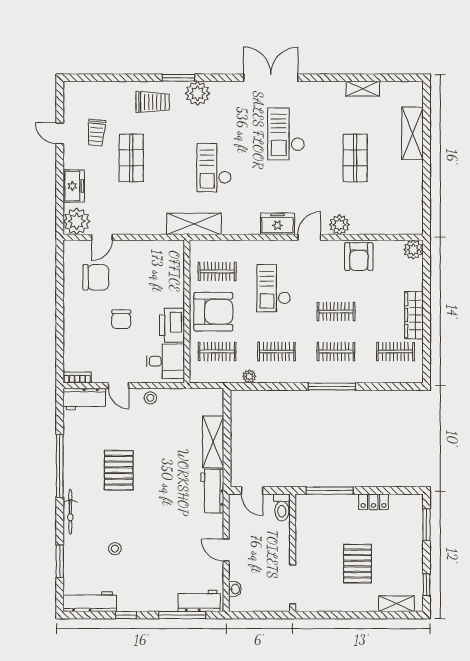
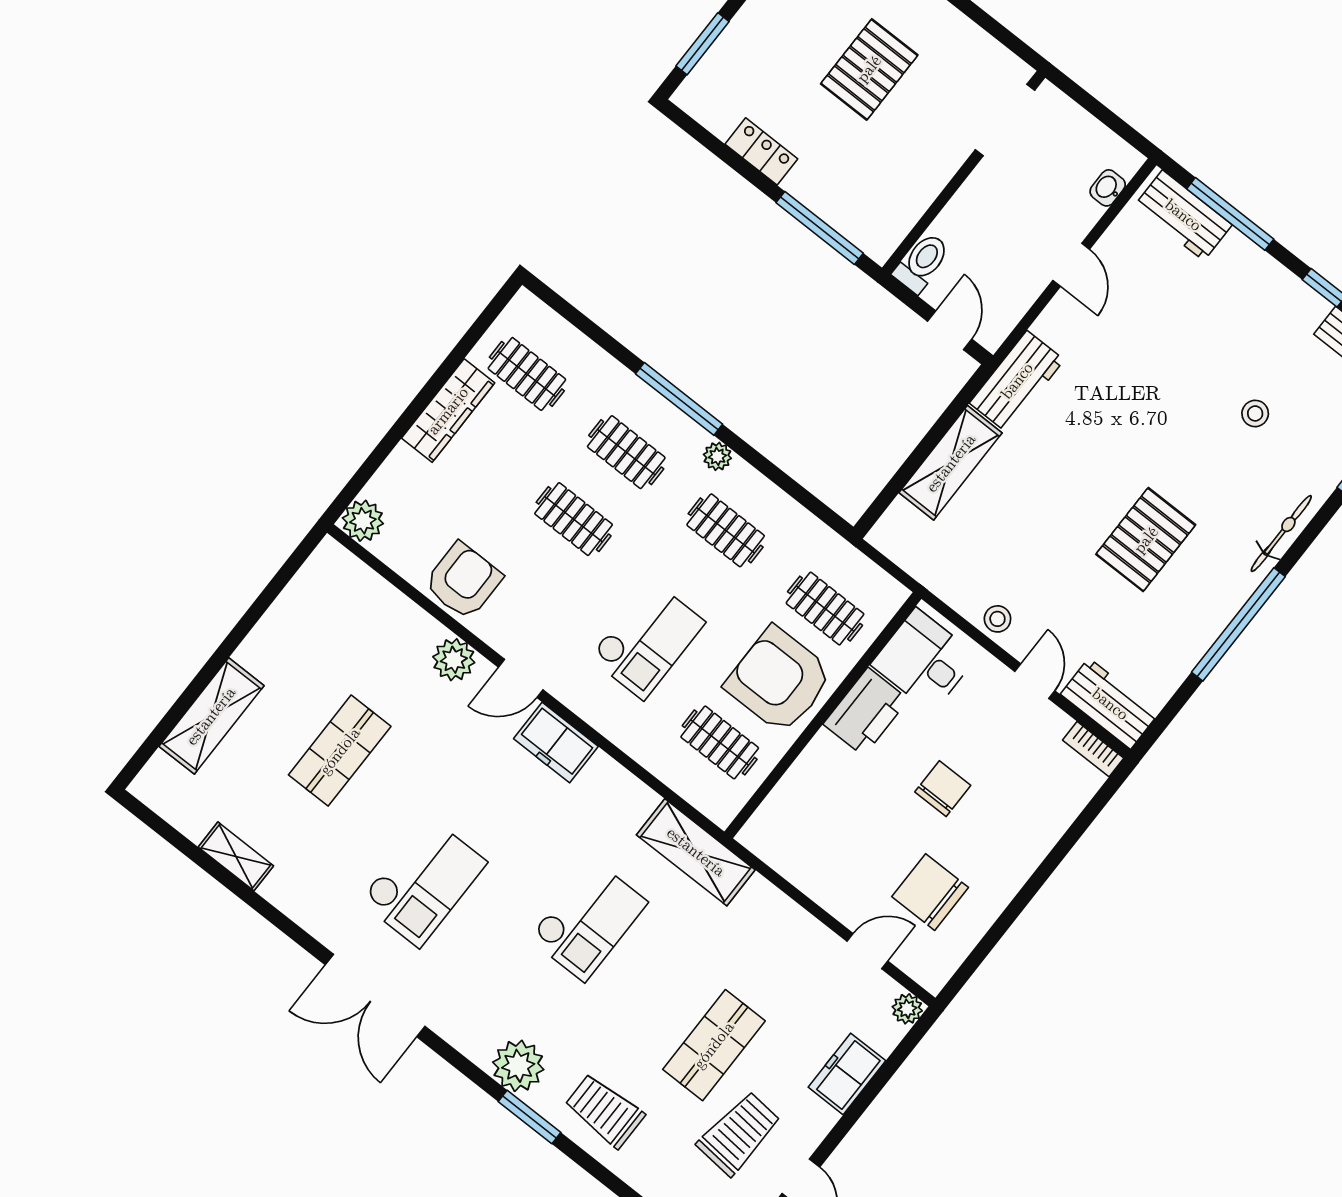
trolley: (96, 133) -> (739, 1133), width x1.36, depth x1.39
plant: (77, 221) -> (907, 1009), width x0.53, depth x0.53
plant: (249, 376) -> (717, 456), moved

